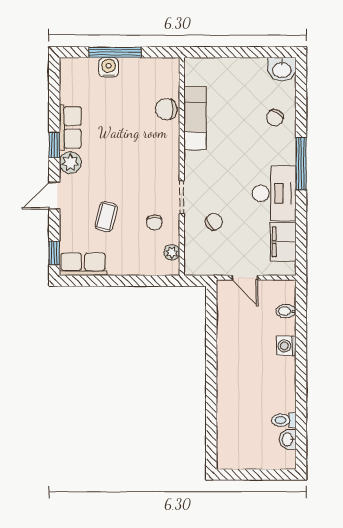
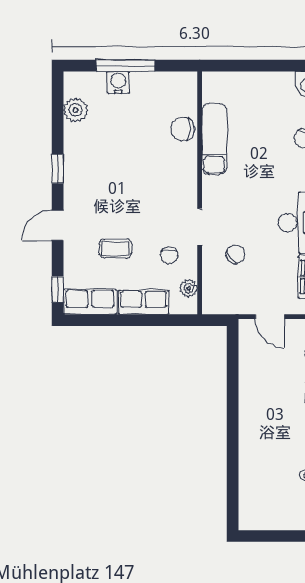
row of seats: (70, 127) -> (143, 302), moved, turned -90
plant: (70, 163) -> (75, 110), moved
coffee table: (106, 217) -> (115, 249), turned 76

